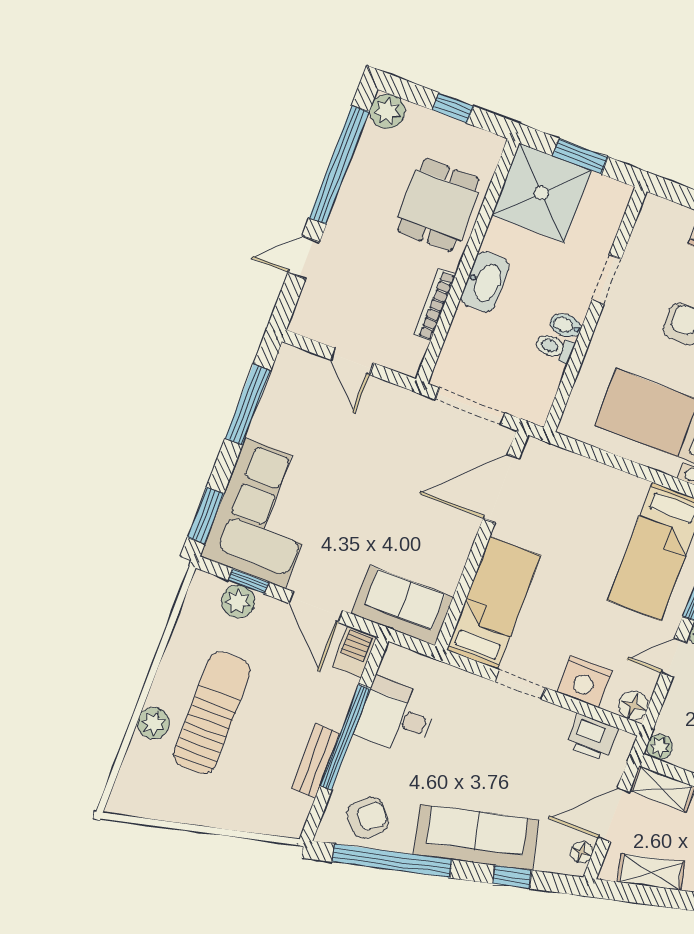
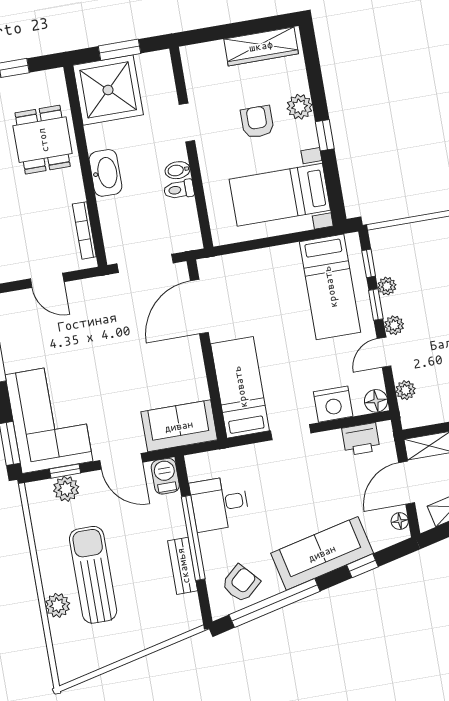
bookcase: (435, 305) -> (84, 230), moved
plant: (660, 747) -> (406, 390), moved

